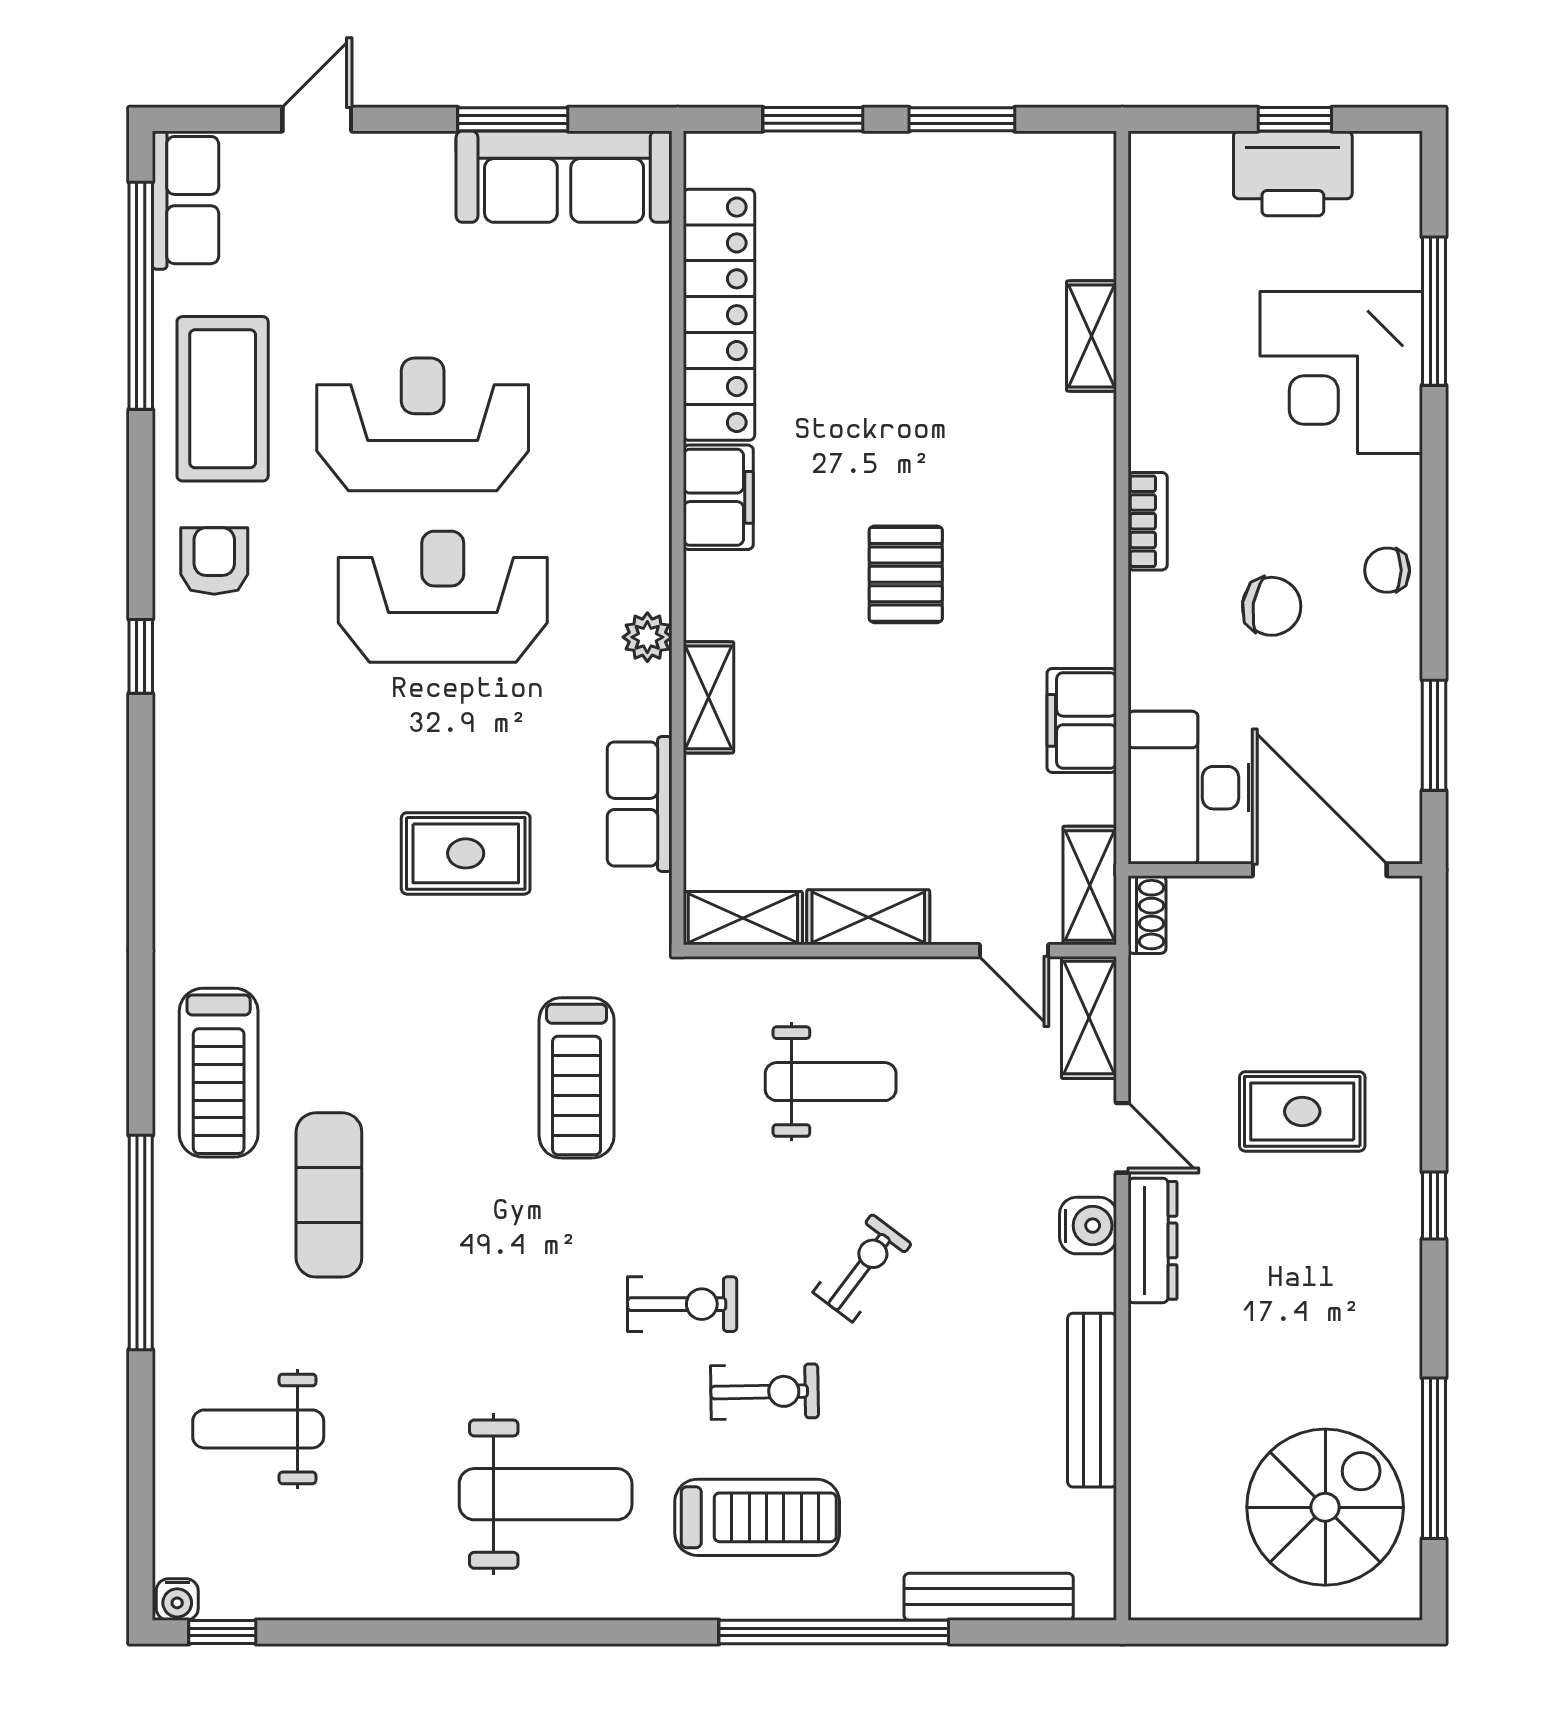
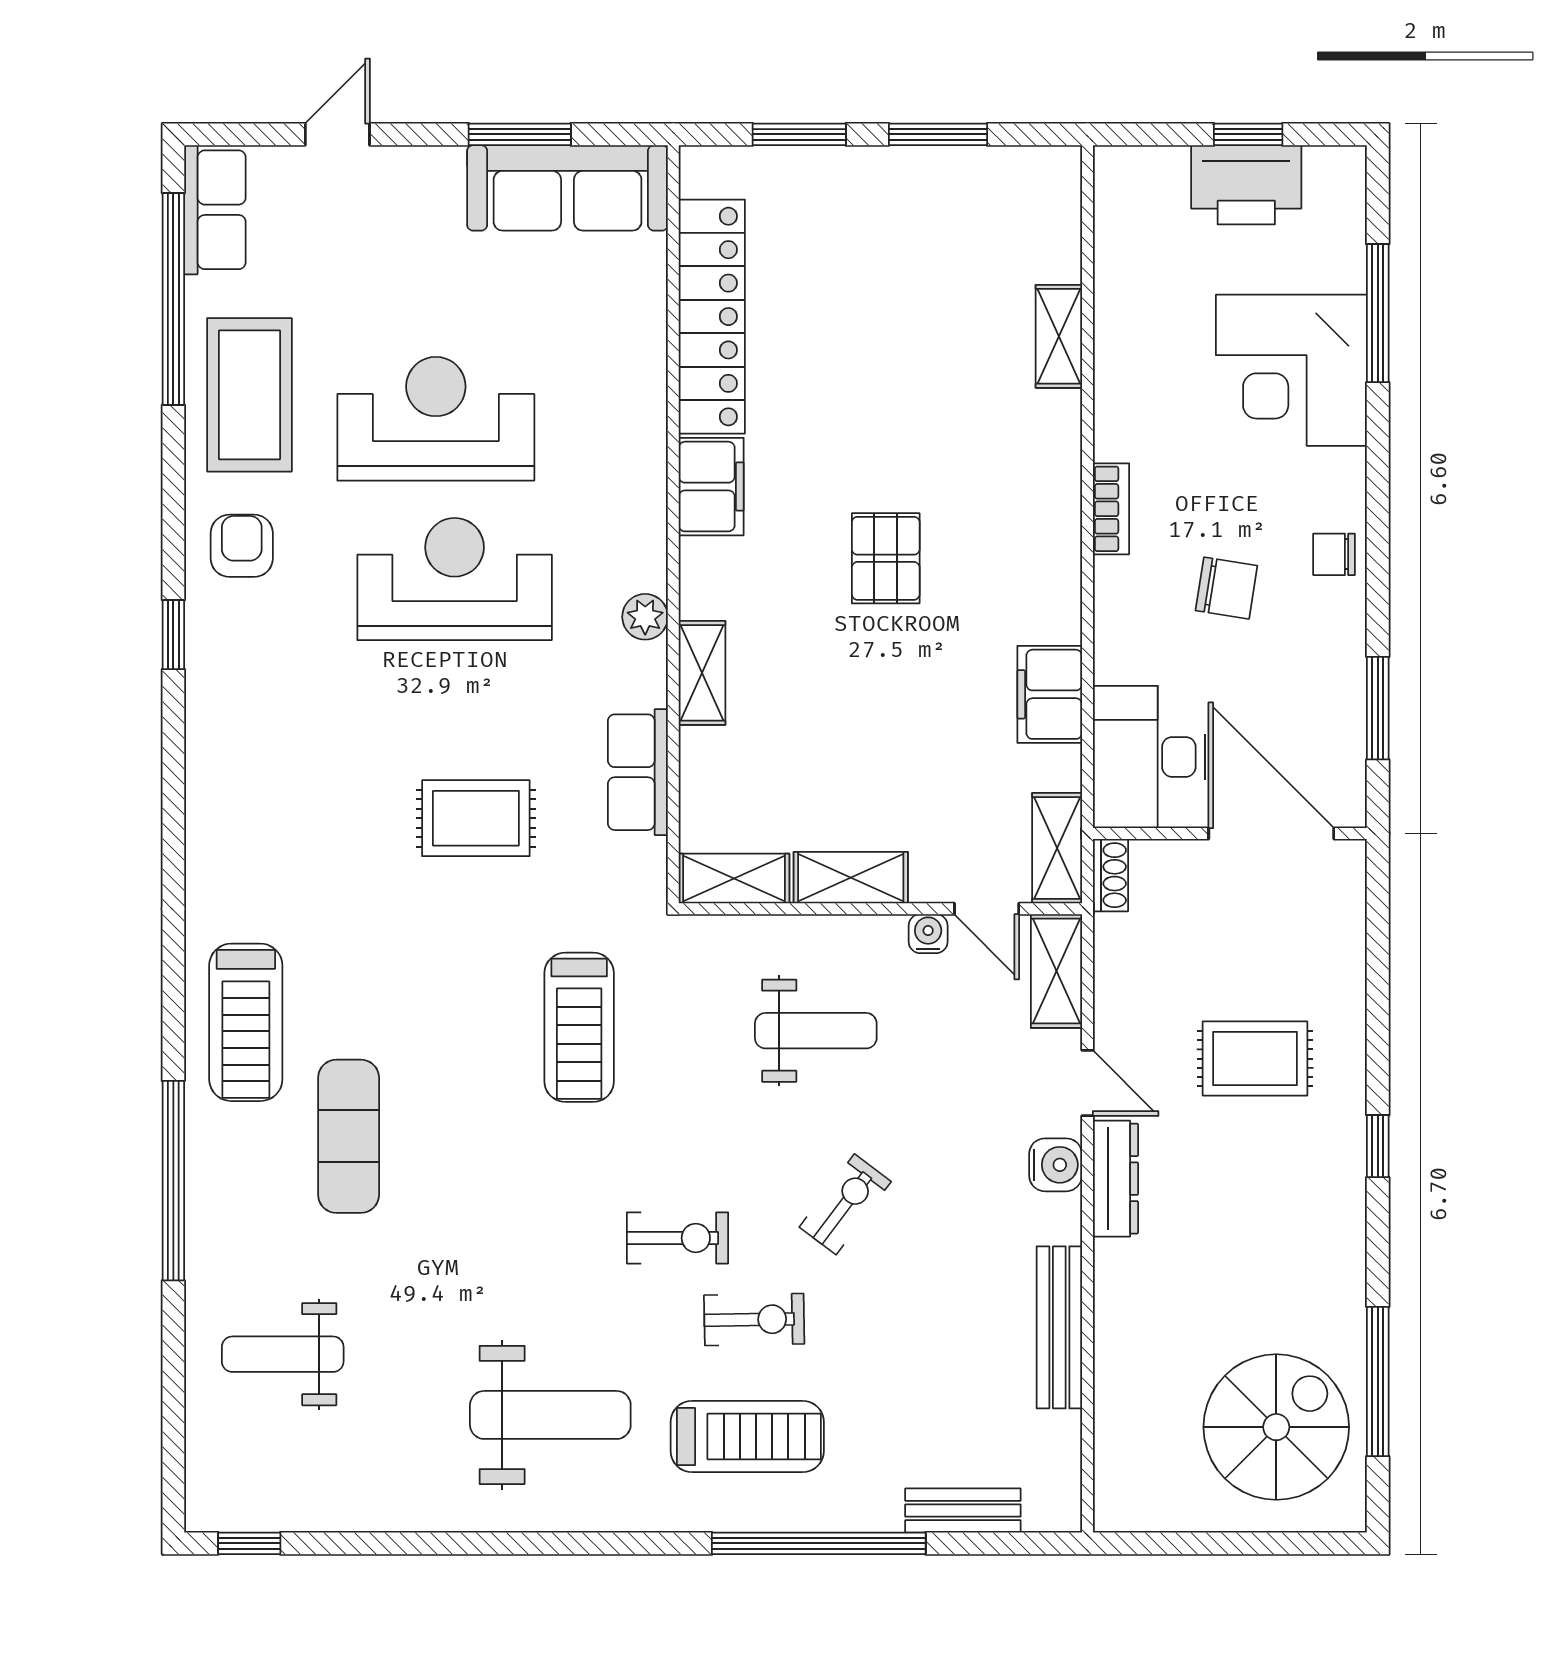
bench: (989, 1597) -> (963, 1511), width x0.73
water cooler: (177, 1599) -> (928, 934), moved, turned 180

